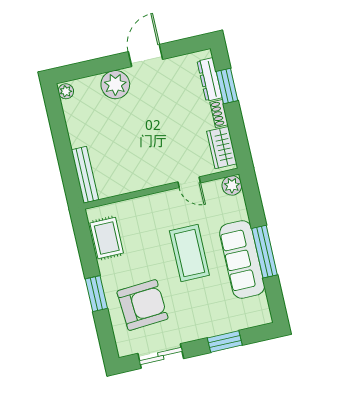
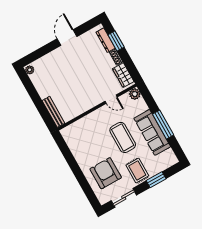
plant: (115, 85) -> (55, 58), removed
rug: (107, 238) -> (137, 171), moved
window: (96, 294) -> (79, 174), removed
armchair: (142, 305) -> (106, 173), turned -86

